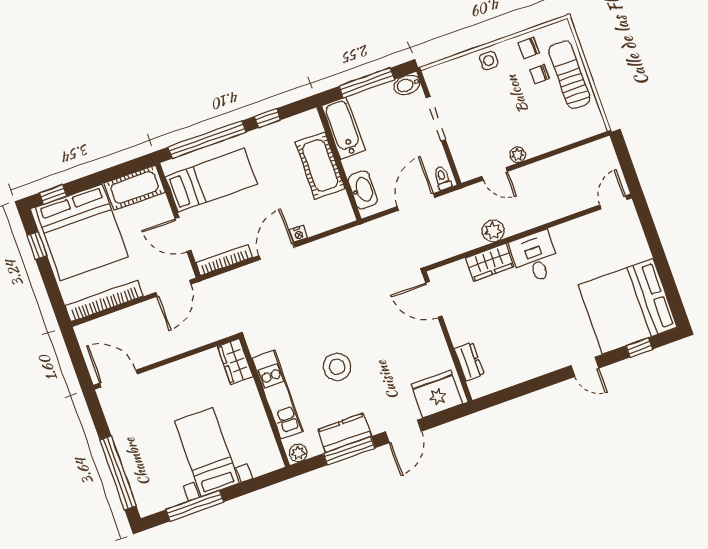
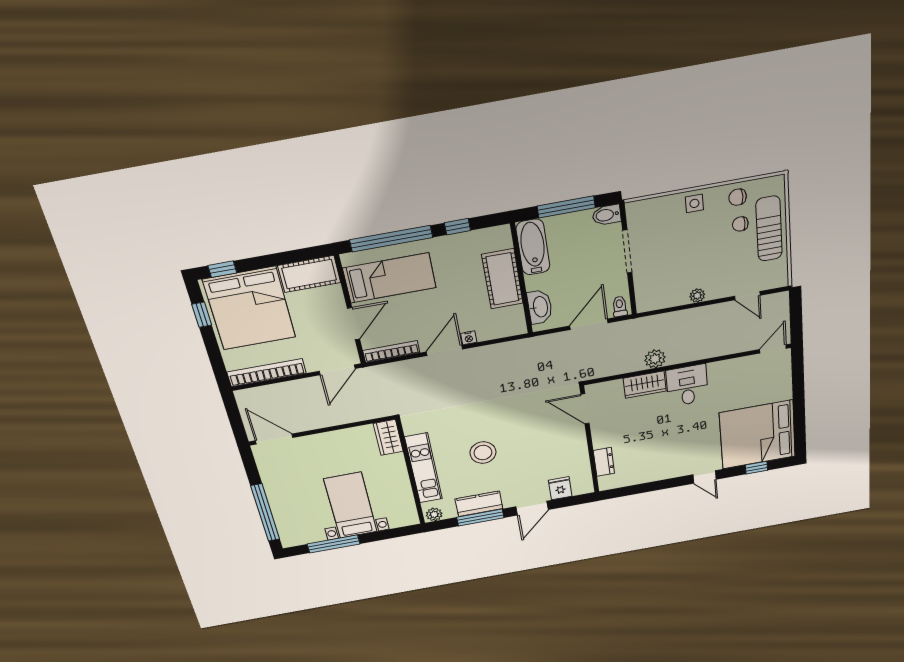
door: (495, 174) -> (747, 296), moved
door: (183, 234) -> (353, 324), swing flipped
fridge: (437, 394) -> (560, 488), width x0.53, depth x0.75

